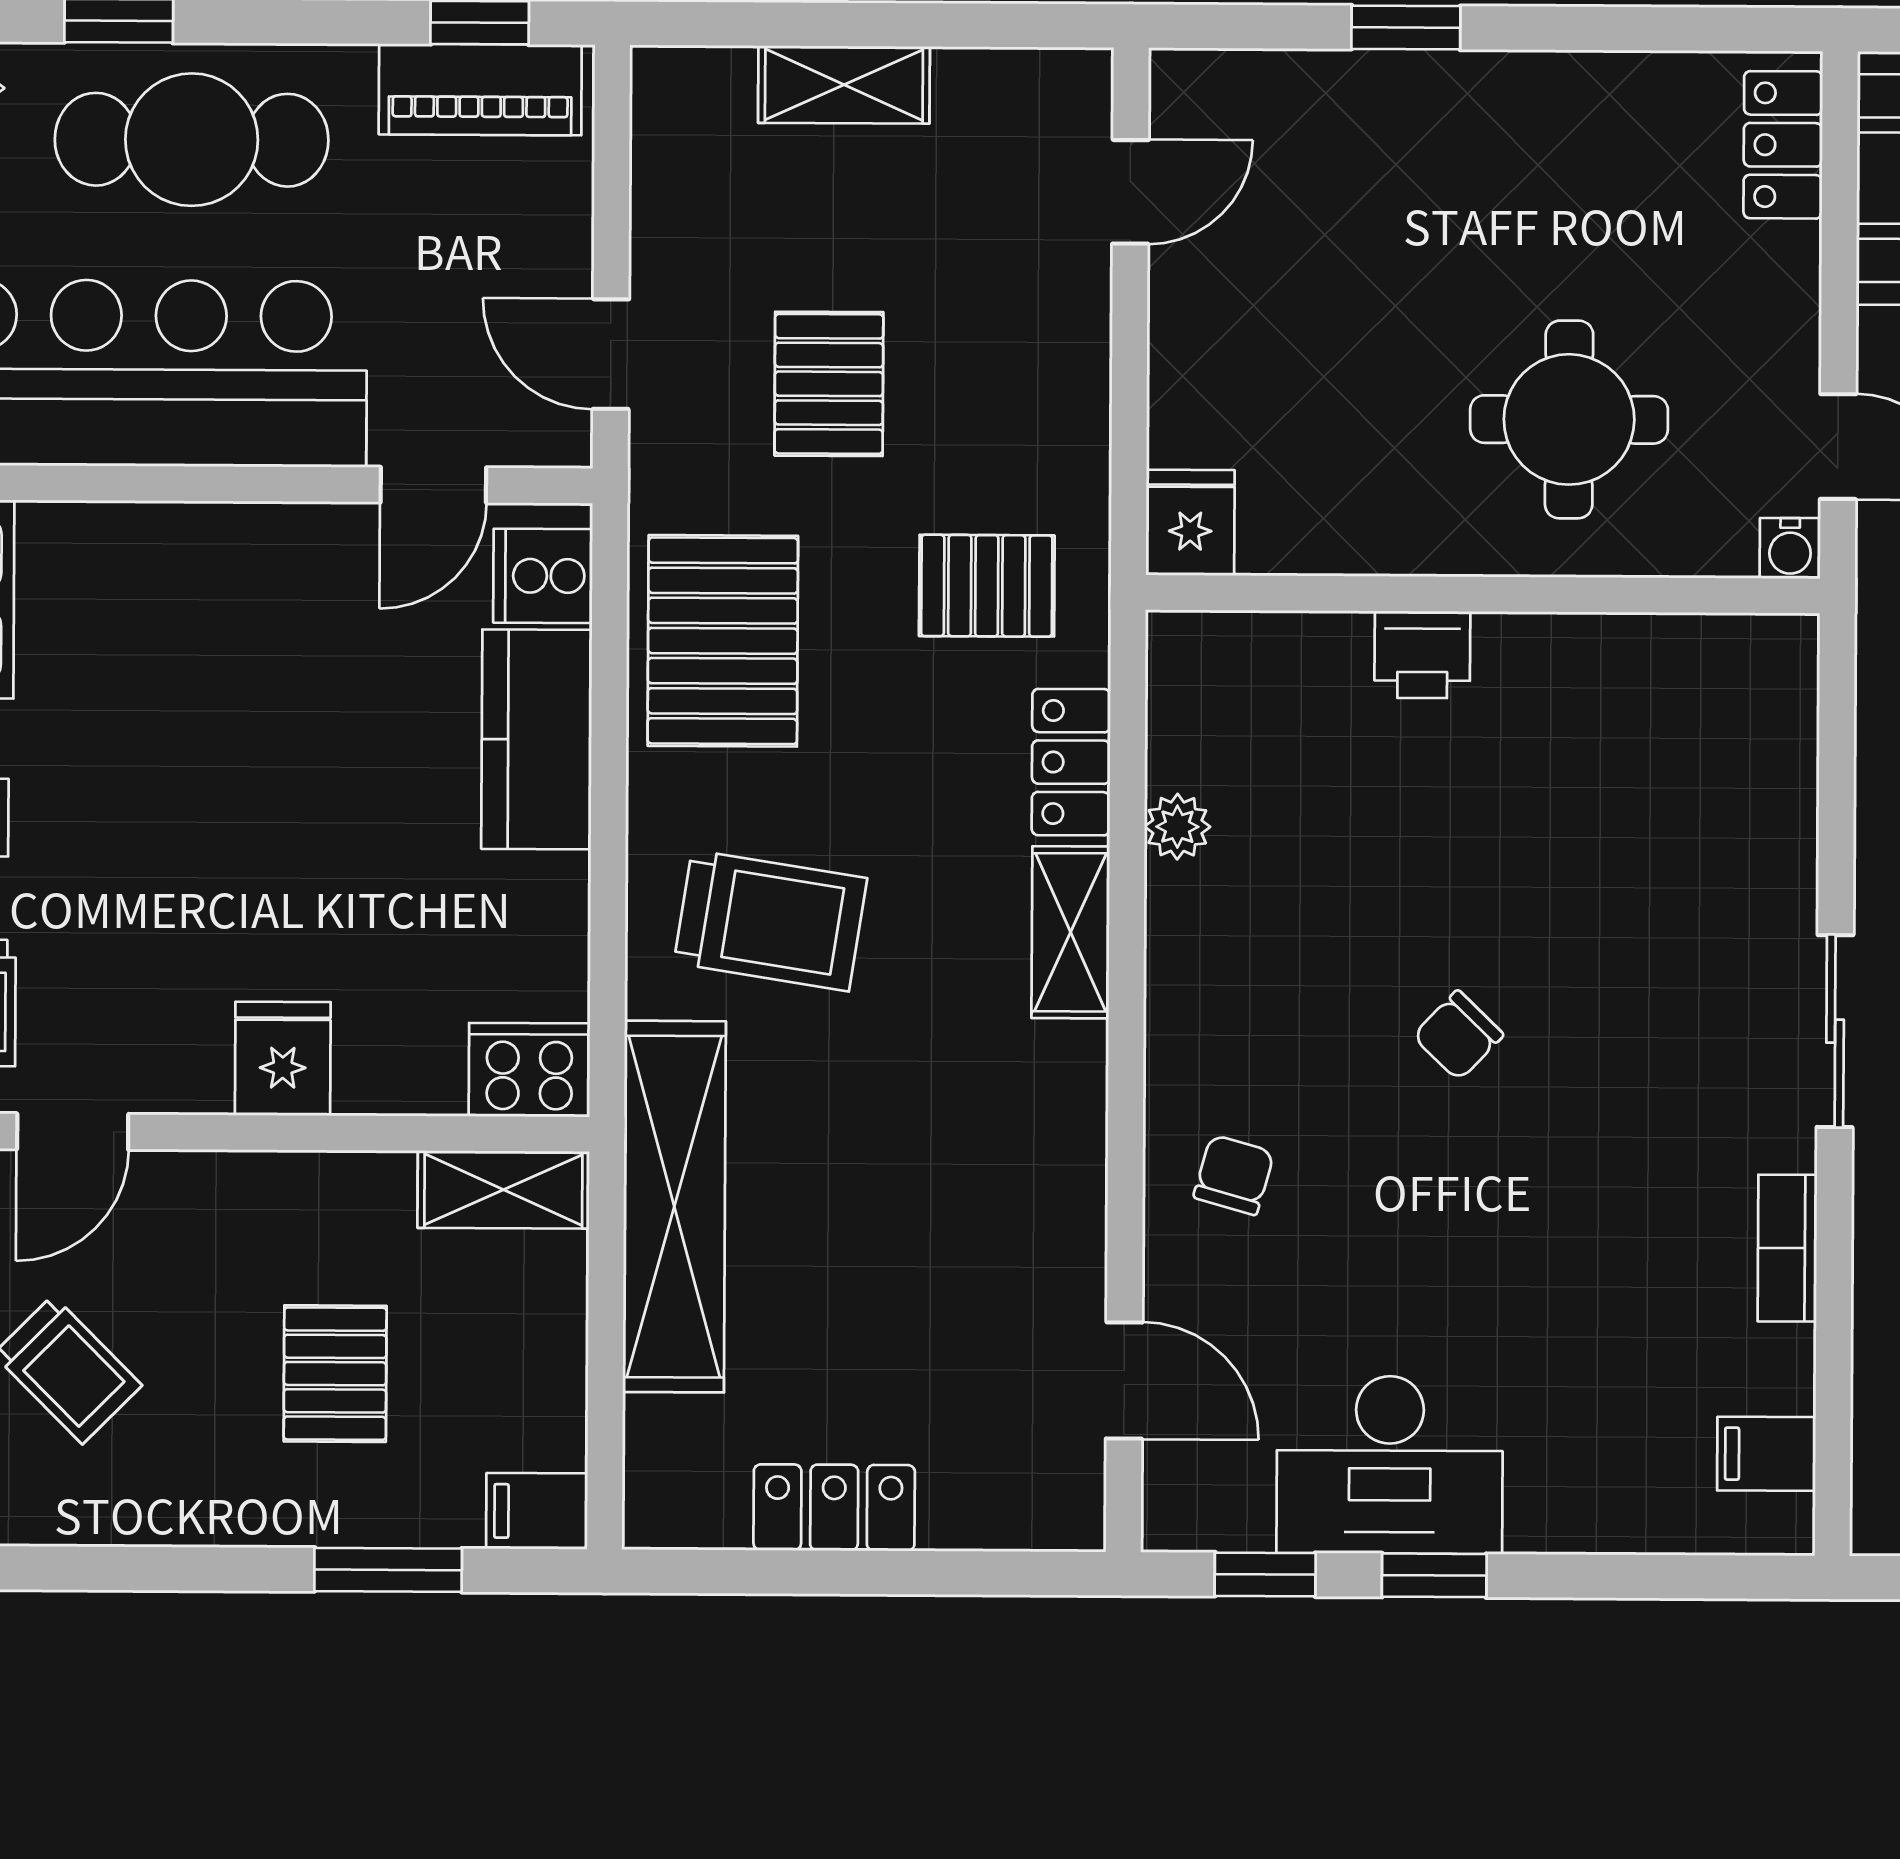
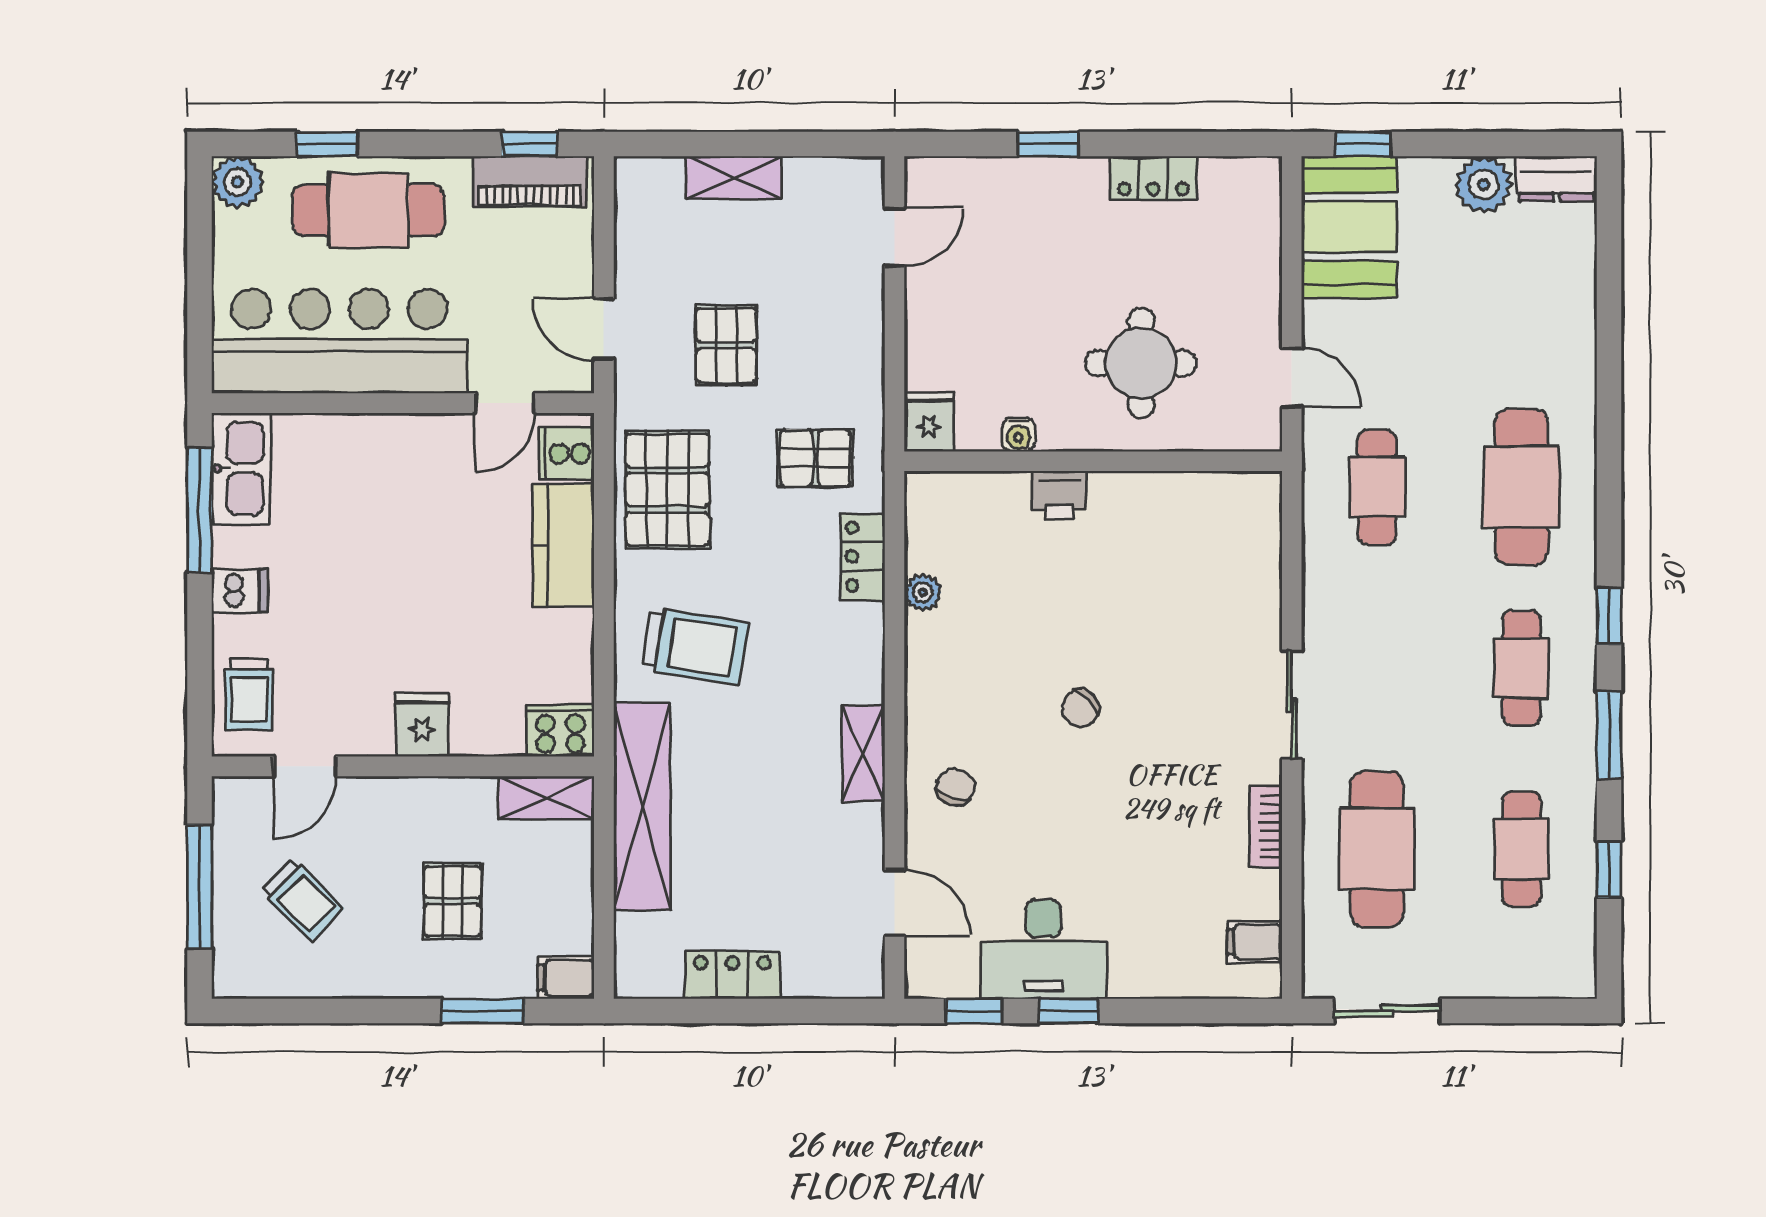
locker: (1783, 145) -> (1153, 178), moved, turned -90
water cooler: (1790, 548) -> (1018, 435), moved
shelving: (1071, 932) -> (863, 753), moved

